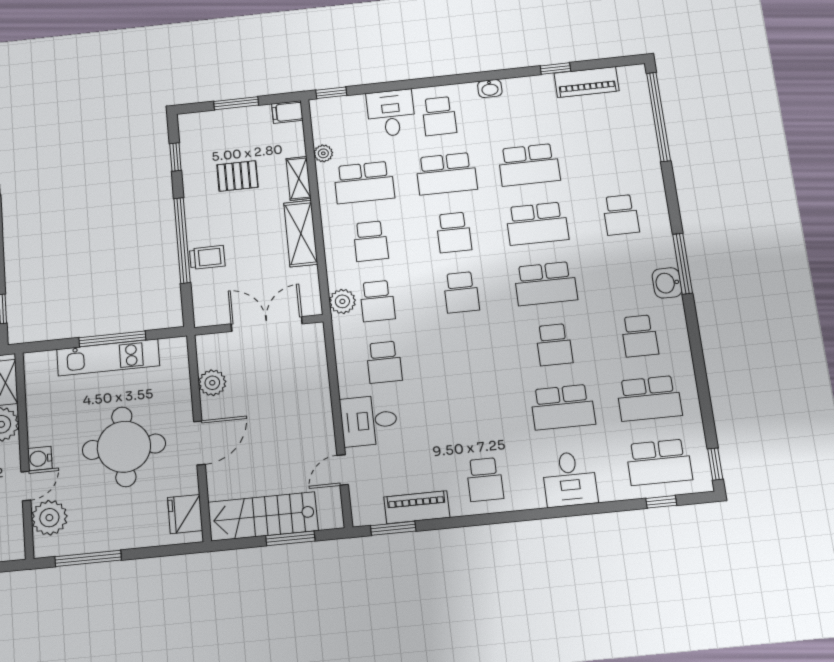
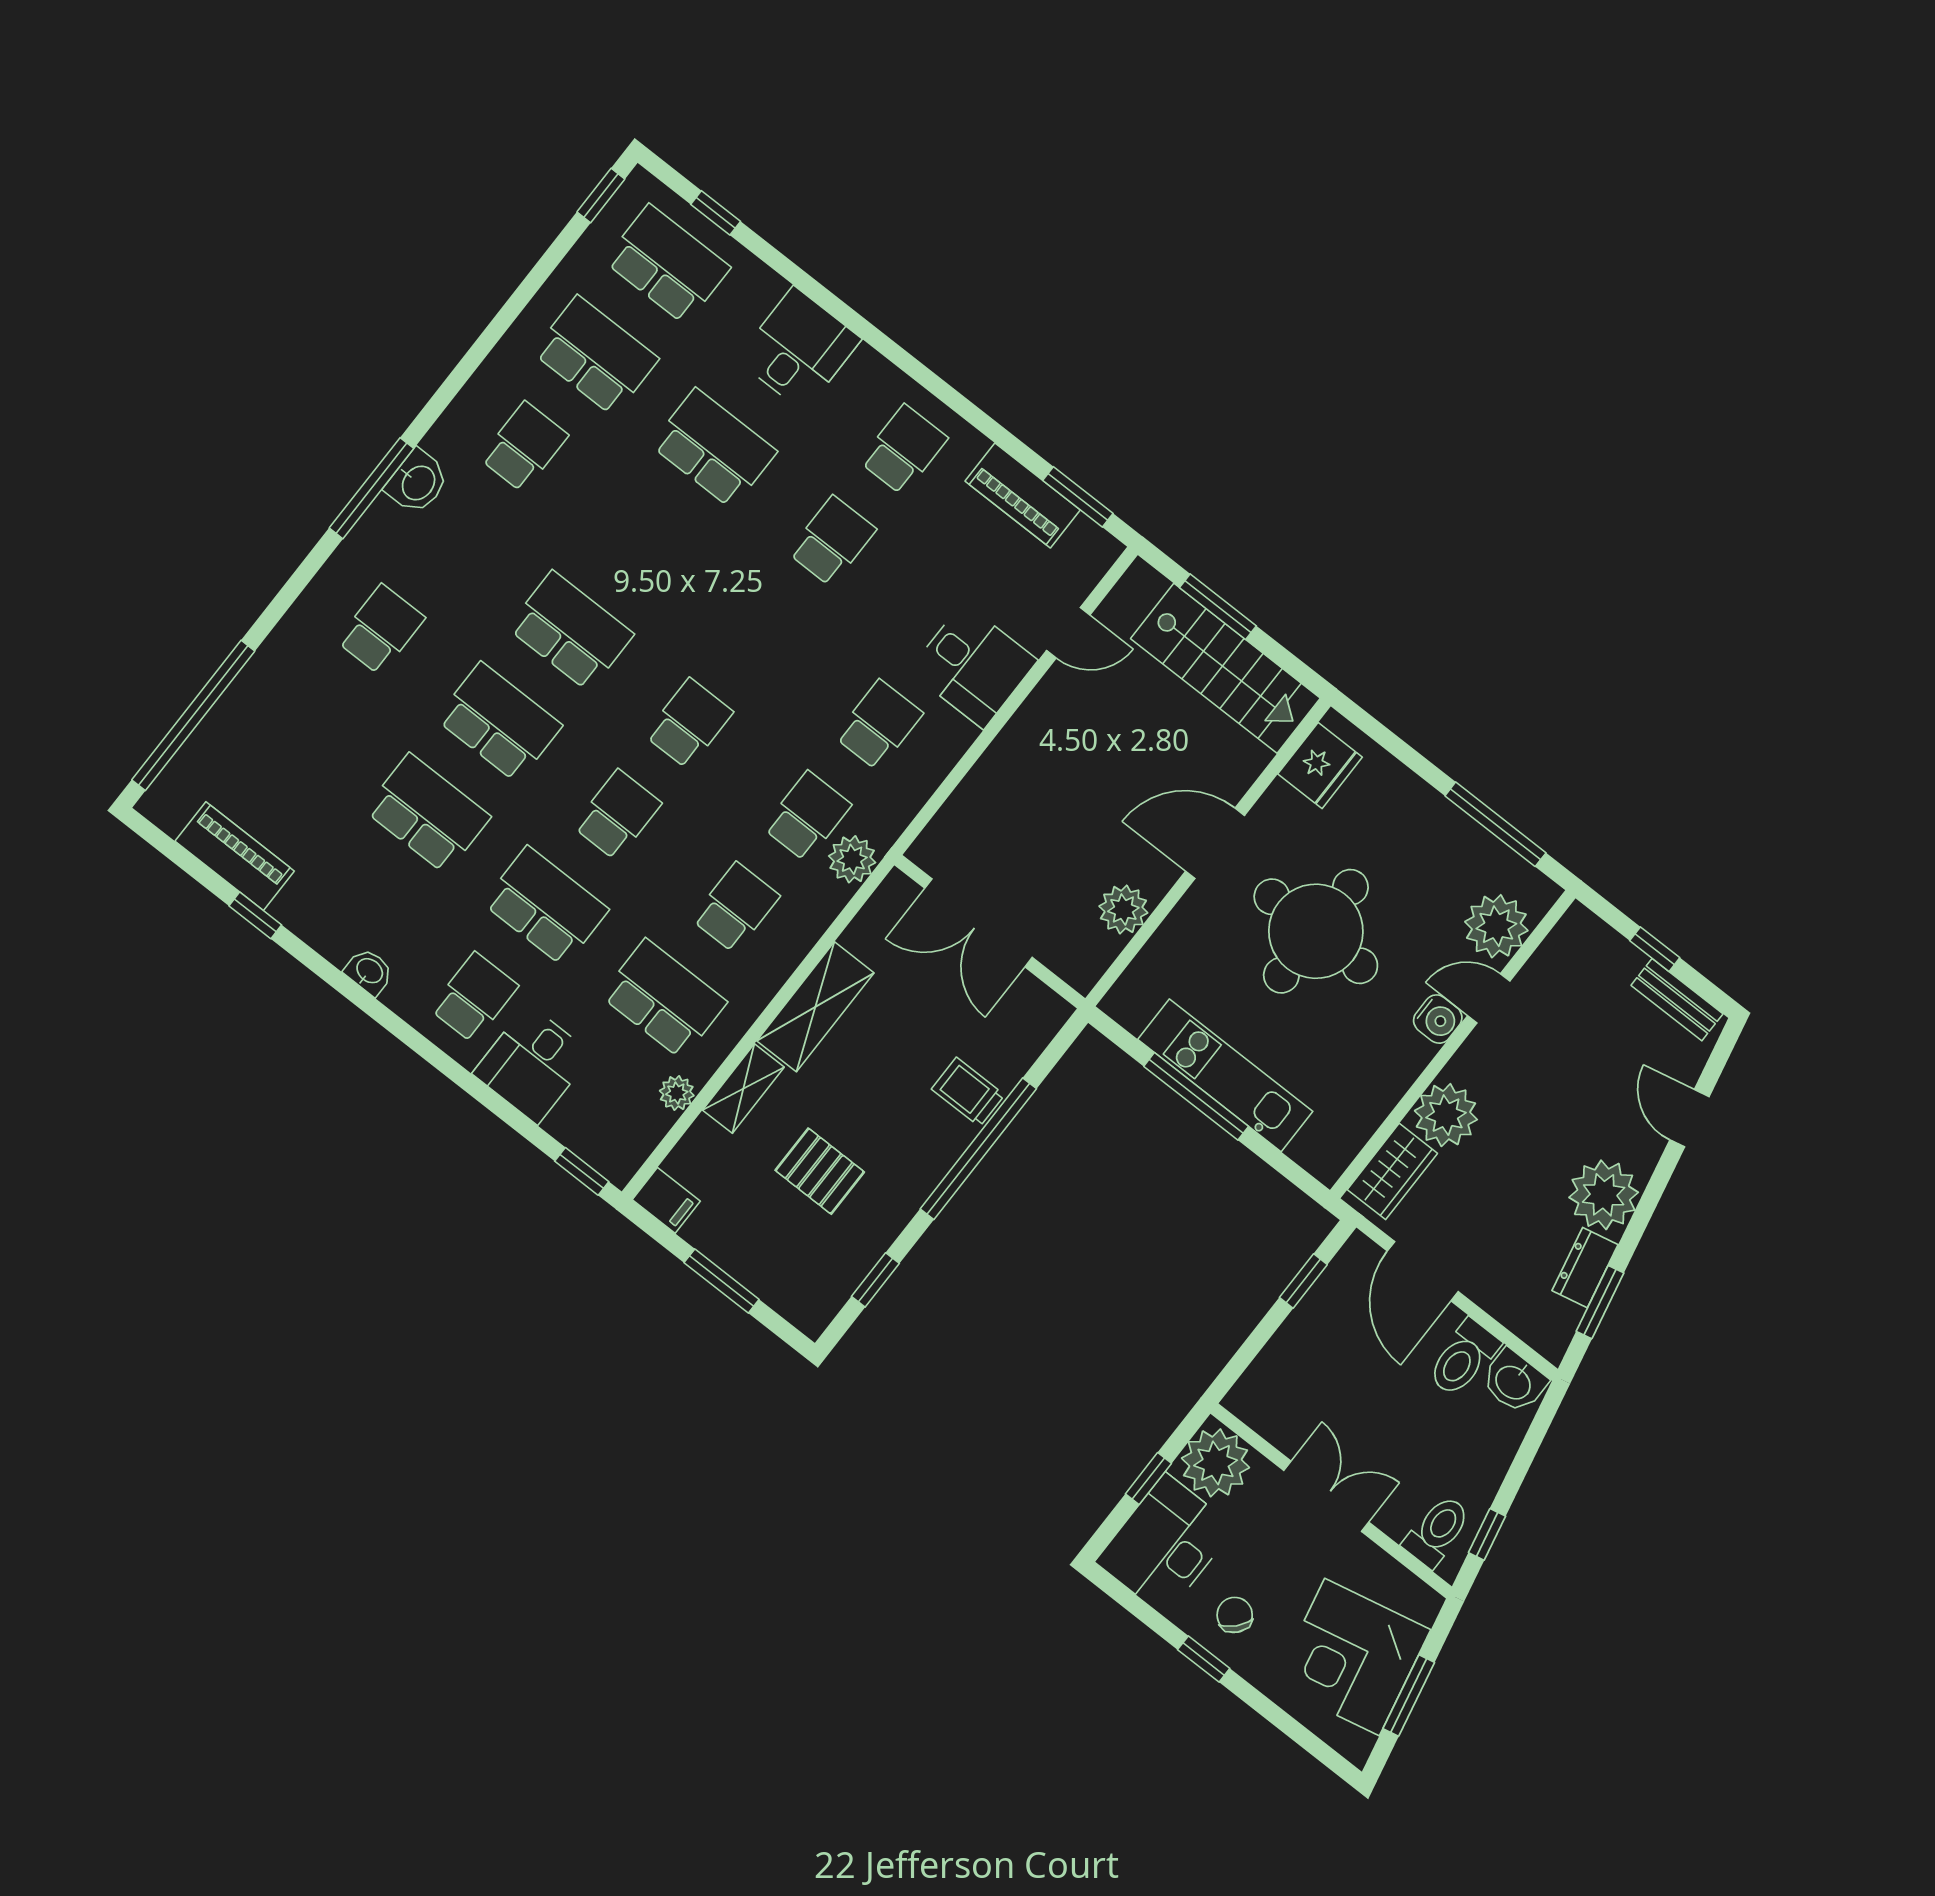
school desk: (554, 345) -> (832, 541), moved

